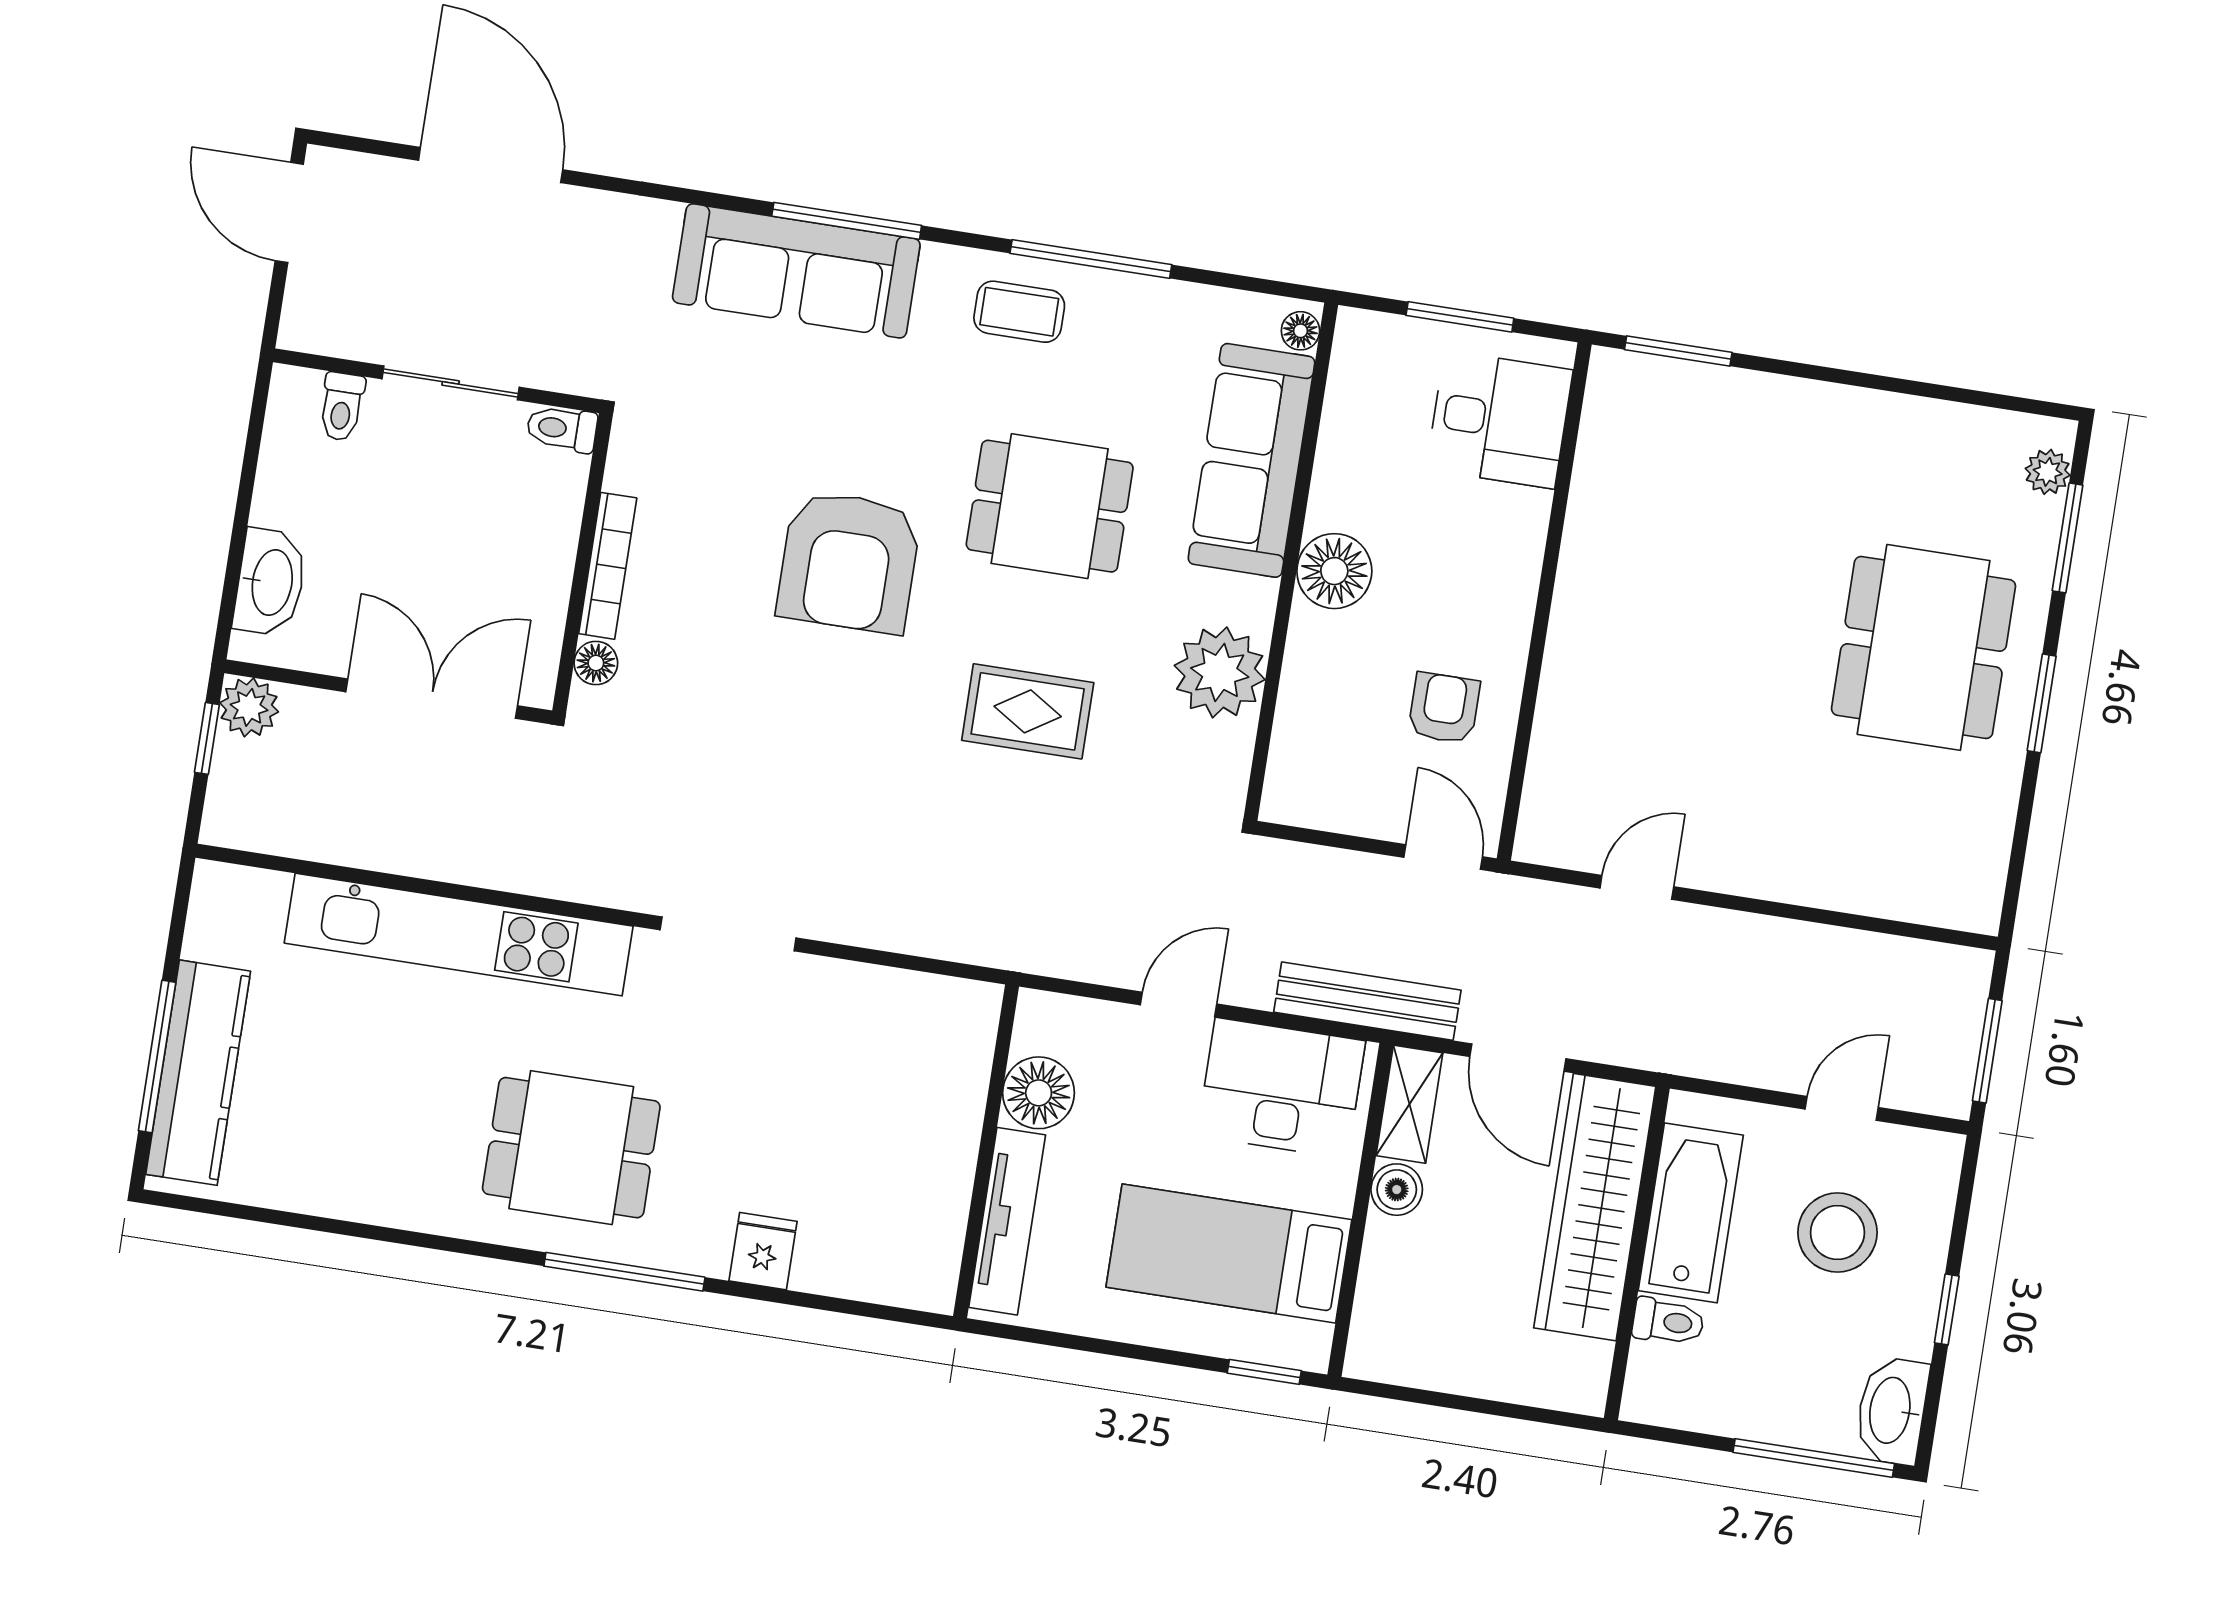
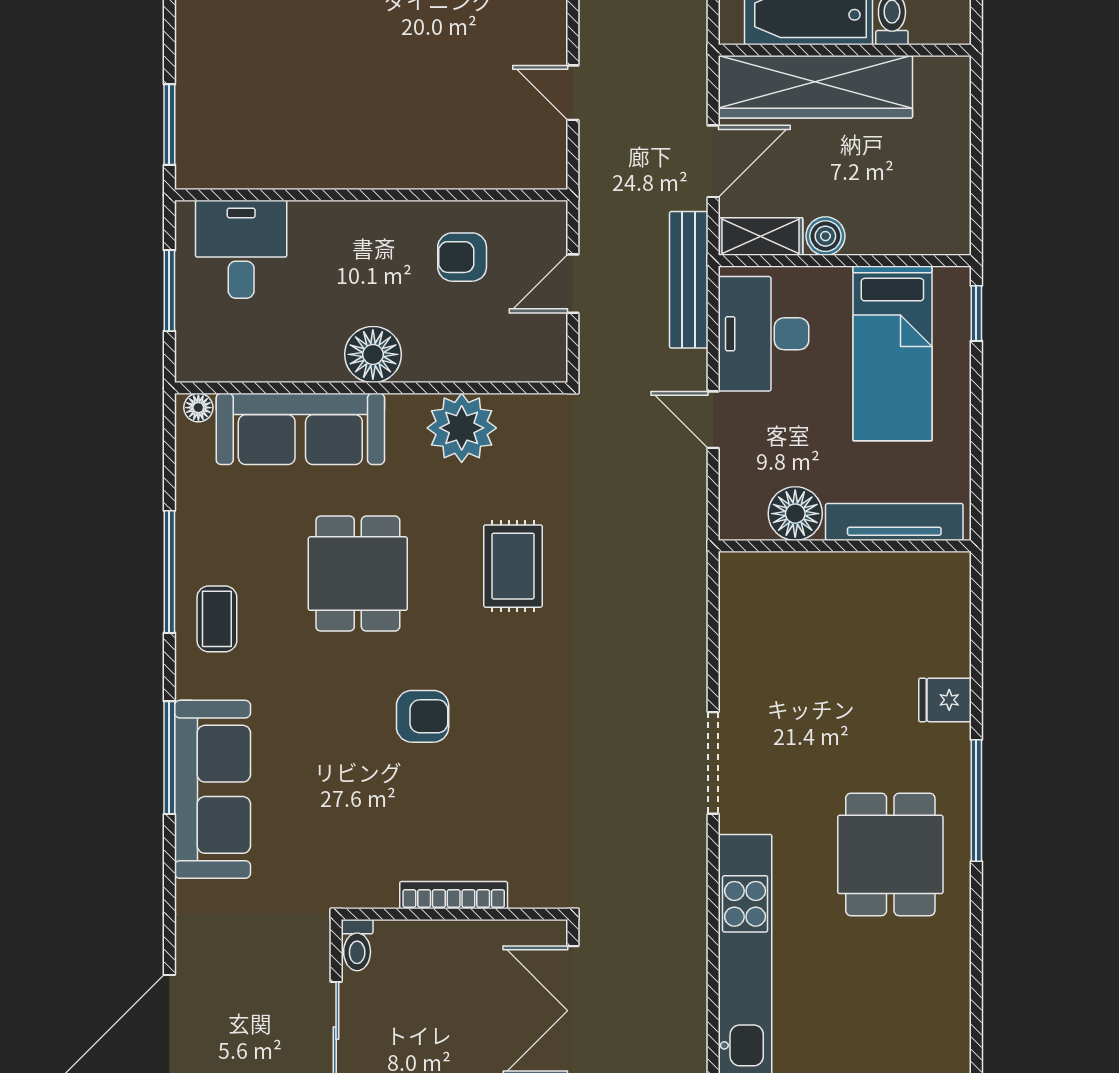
armchair: (849, 562) -> (423, 716), width x0.53, depth x0.53
floor lamp: (596, 663) -> (527, 893), removed
door: (1443, 857) -> (573, 284), moved

